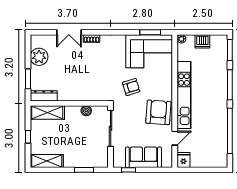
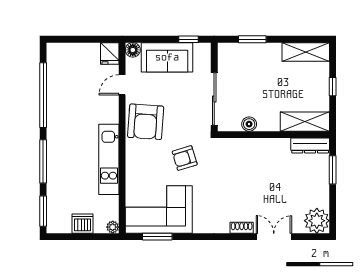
plant: (39, 57) -> (317, 221), moved
kitchen unit: (184, 95) -> (109, 159), width x0.73
floor lamp: (167, 162) -> (133, 50), added

